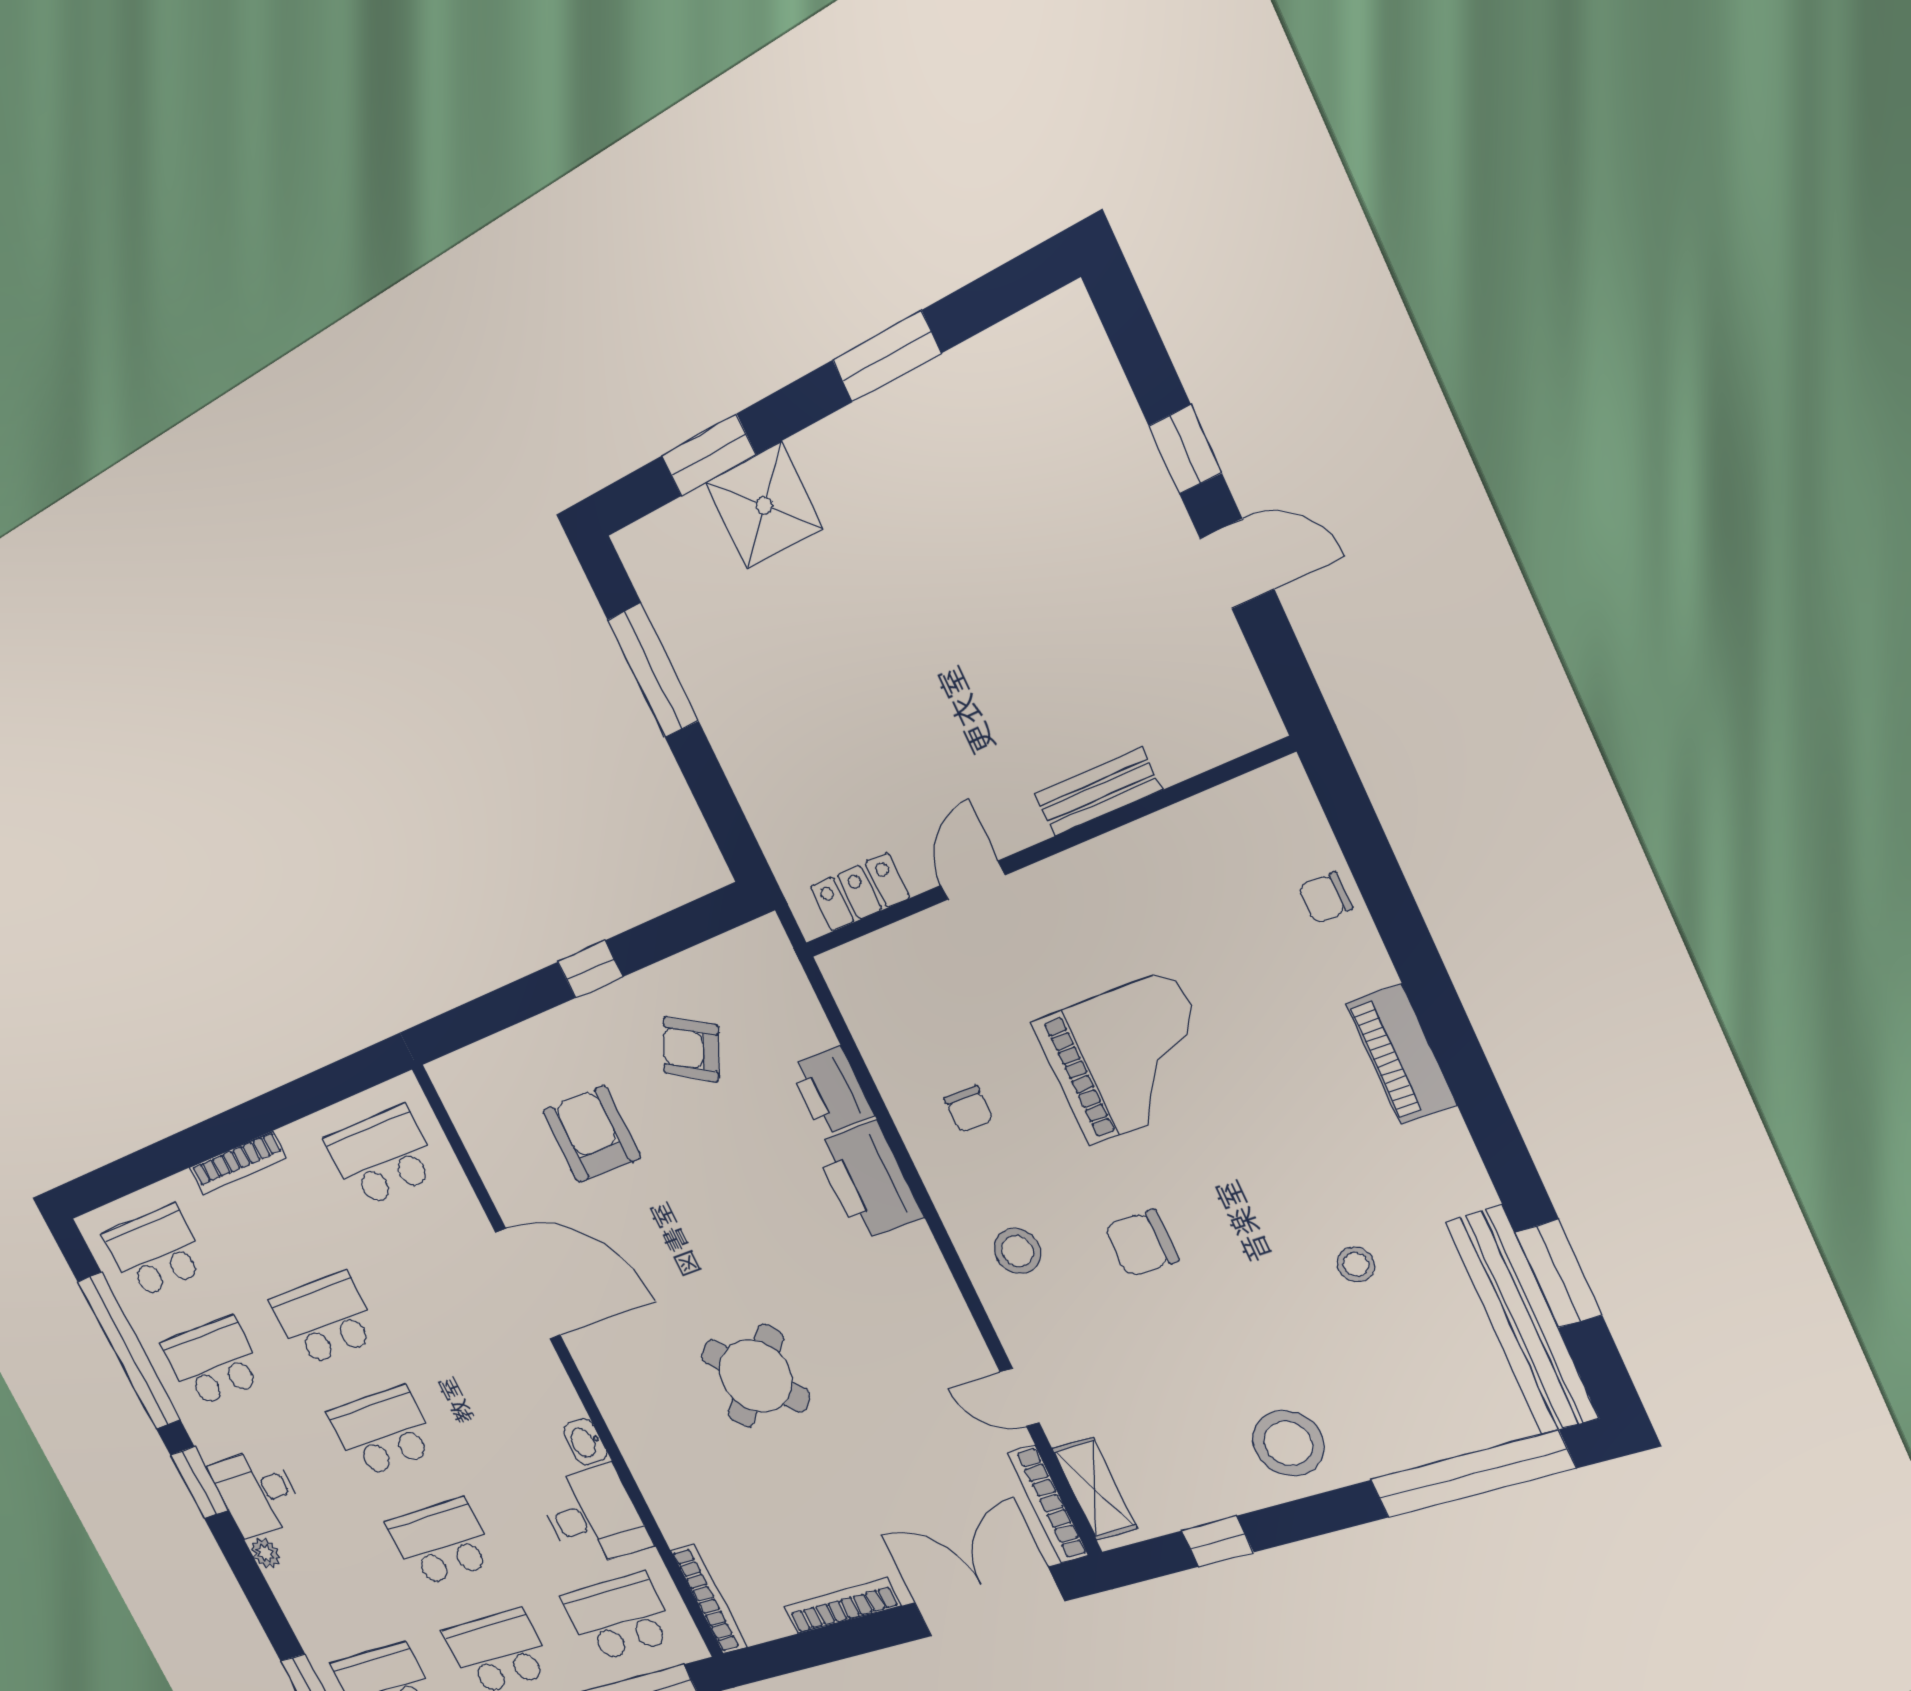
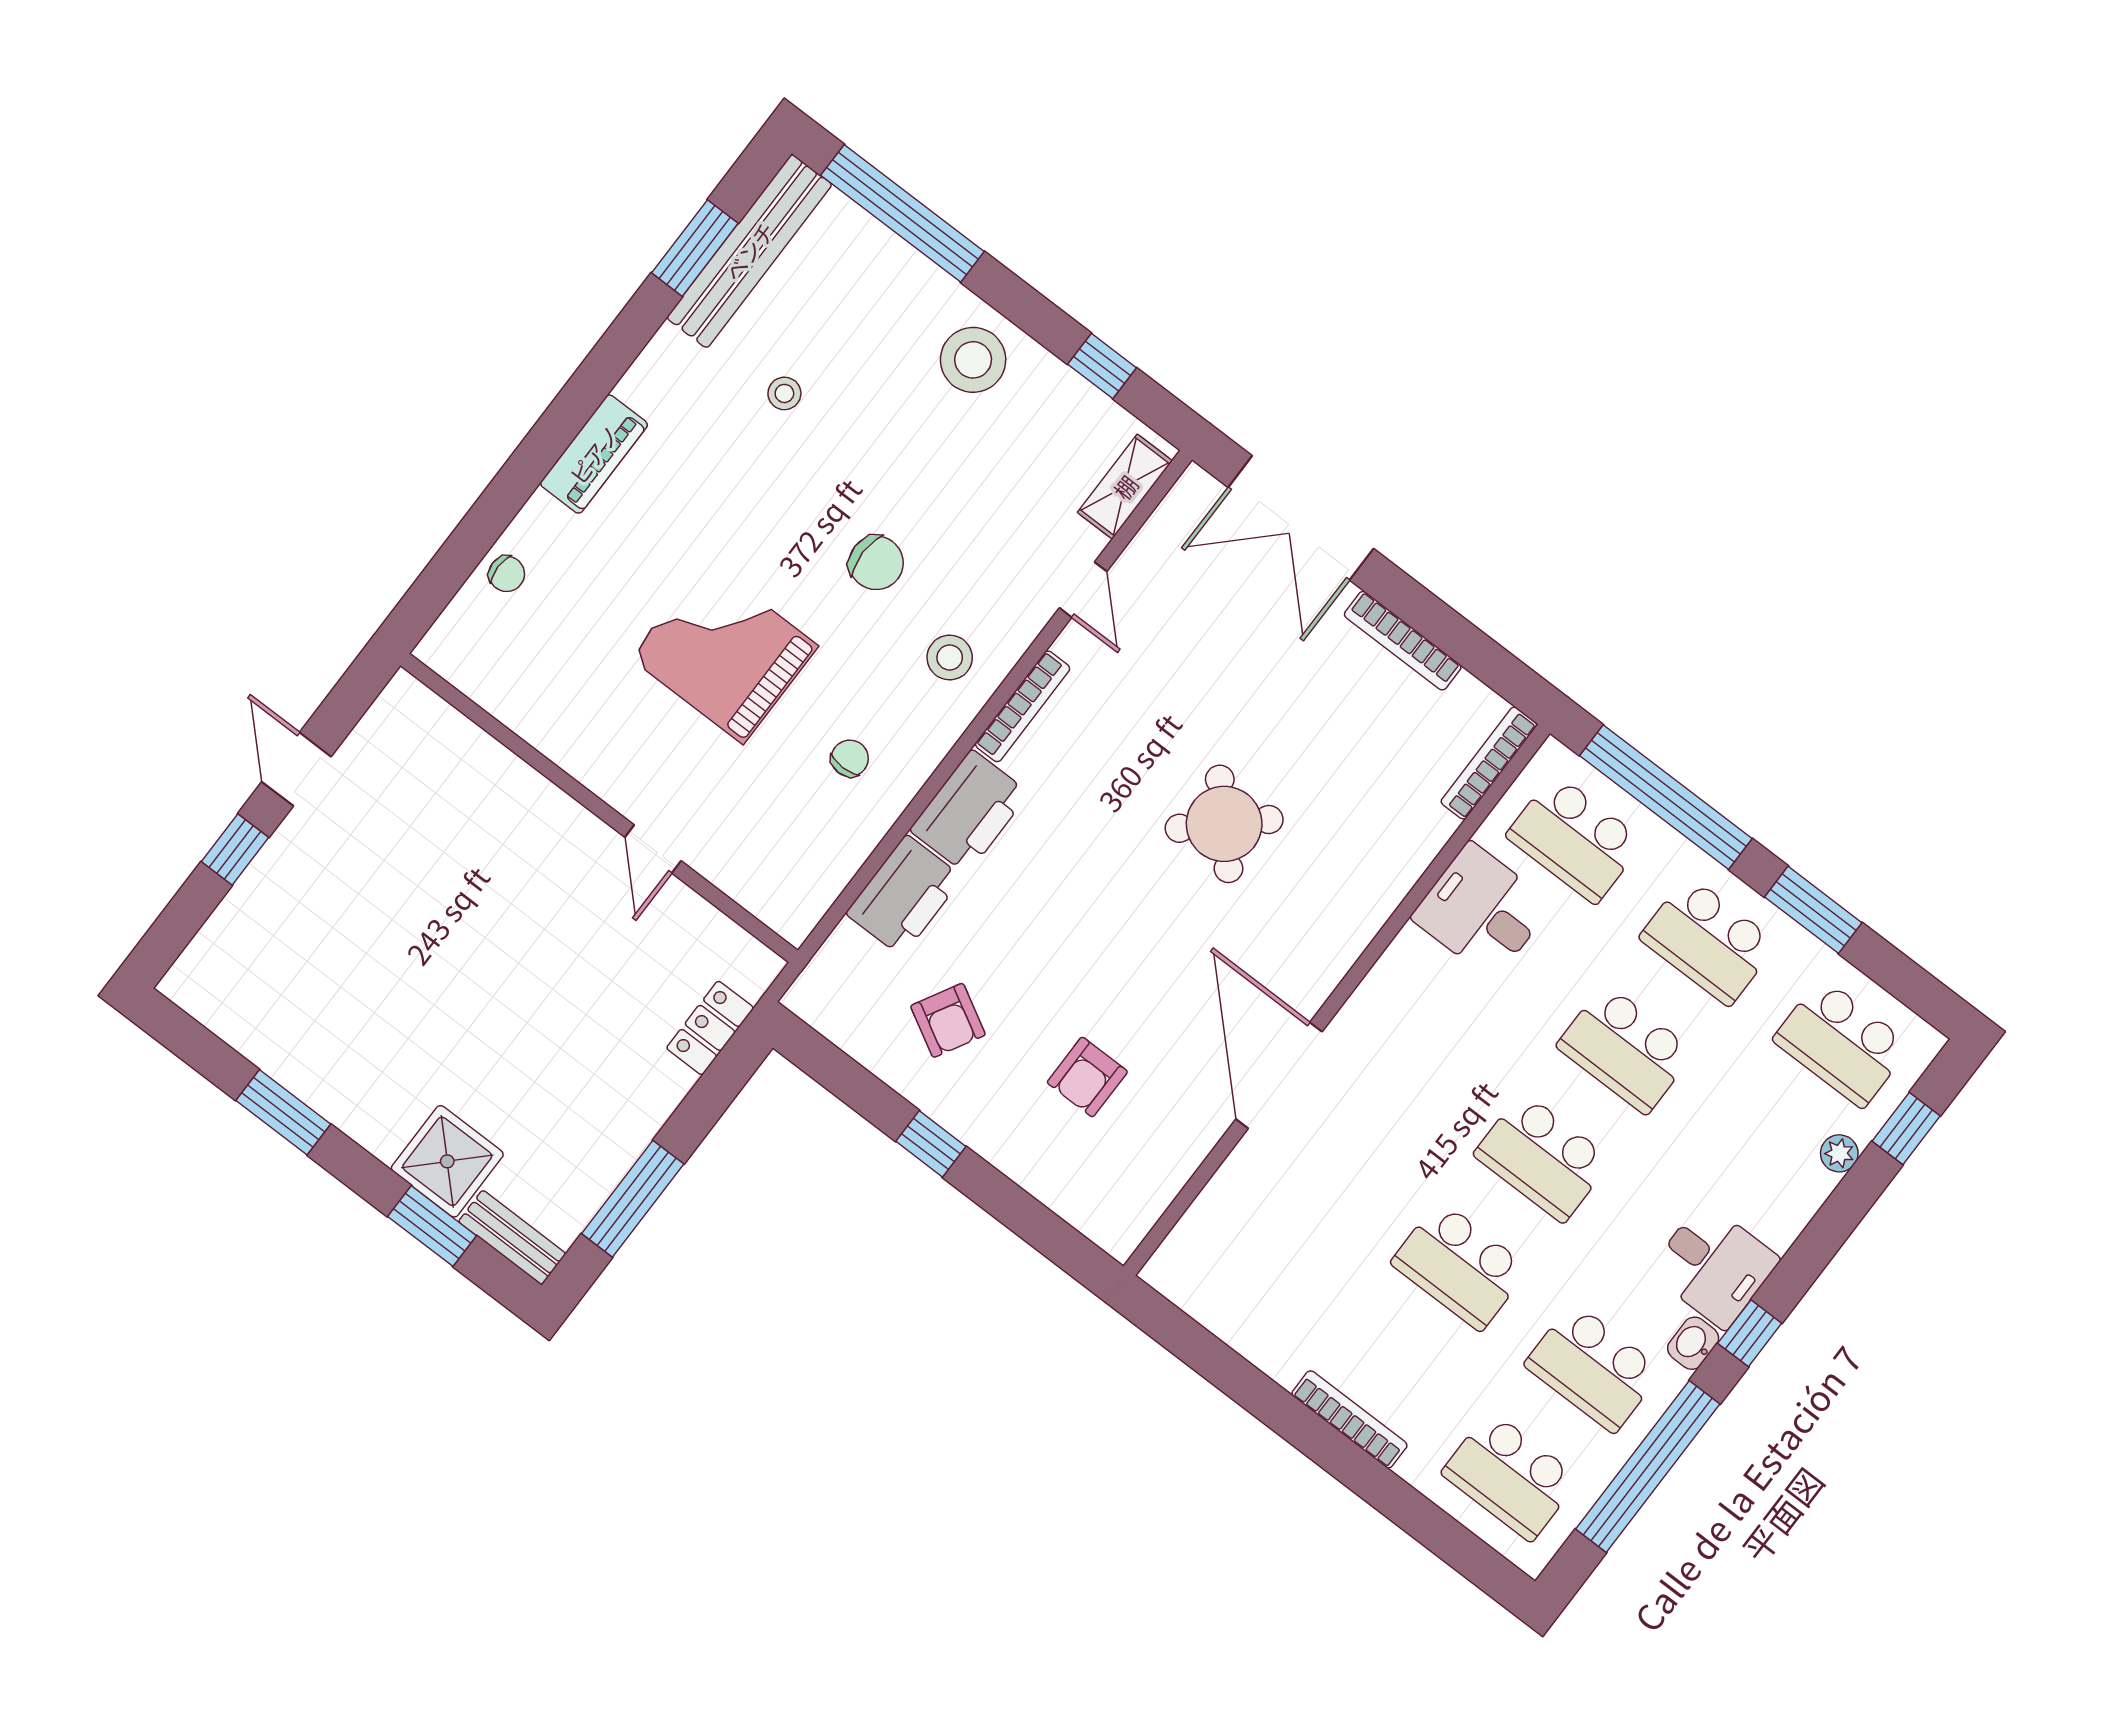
bench: (1097, 792) -> (512, 1238), moved
door: (973, 880) -> (653, 849), hinge flipped
locker: (860, 892) -> (710, 1028), moved, turned 90
printer: (831, 1091) -> (904, 895), width x1.37, depth x1.19
armchair: (592, 1134) -> (1087, 1077), width x0.72, depth x0.72
school desk: (382, 1156) -> (1244, 1272), removed
washbasin: (585, 1442) -> (1693, 1343), moved, turned 180
window: (199, 1483) -> (1750, 1333), width x0.67
bookcase: (1048, 1504) -> (1023, 706), moved
plant: (265, 1553) -> (1839, 1153), moved

